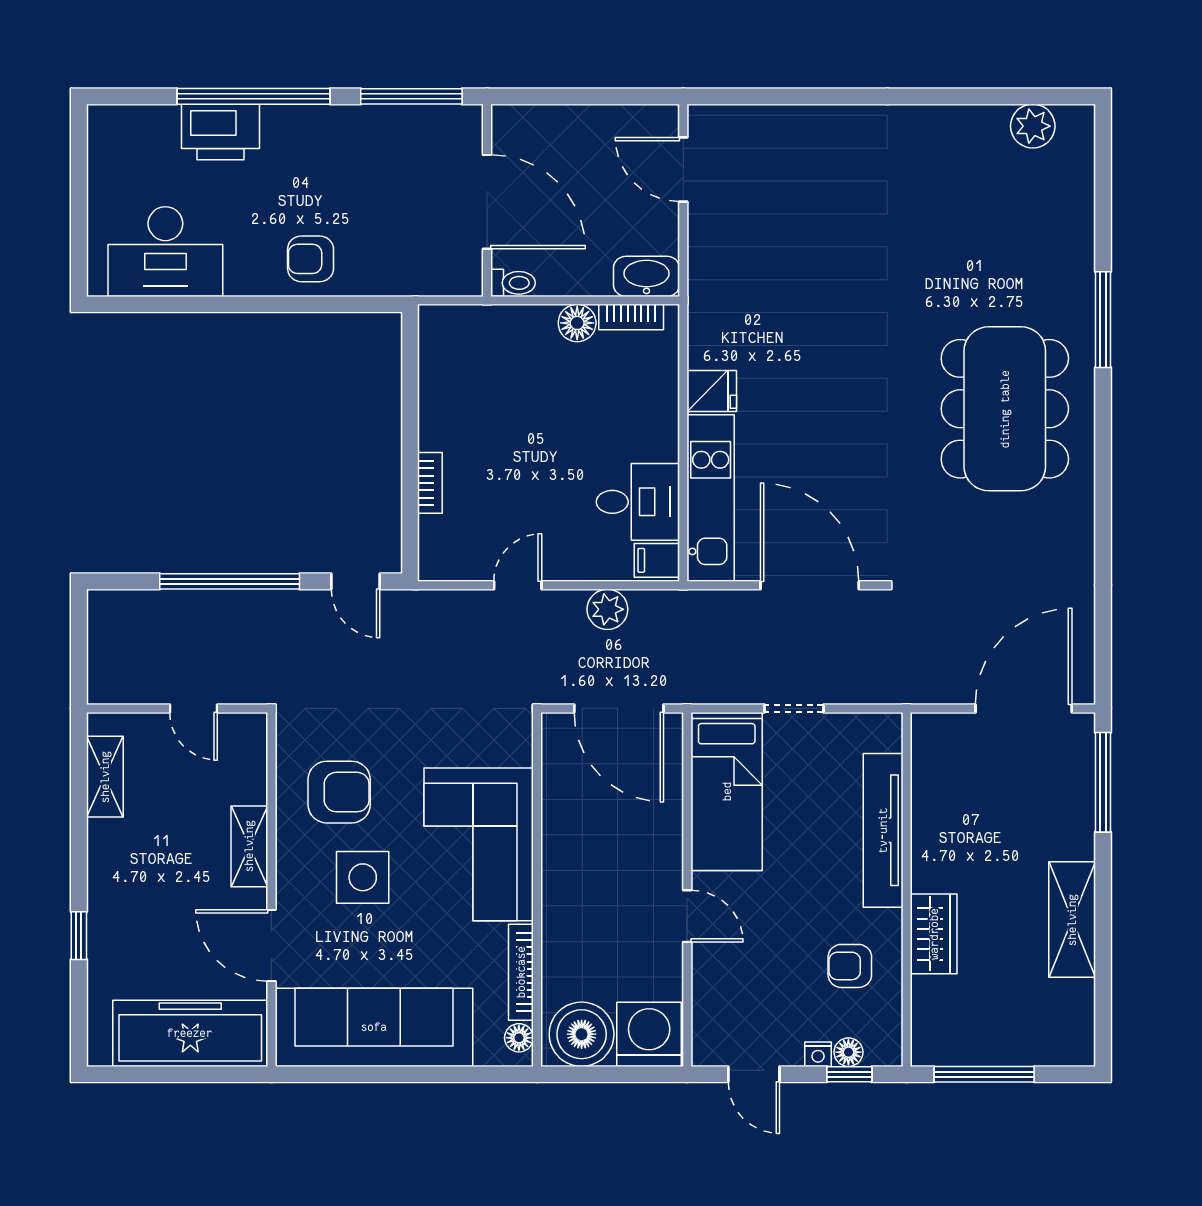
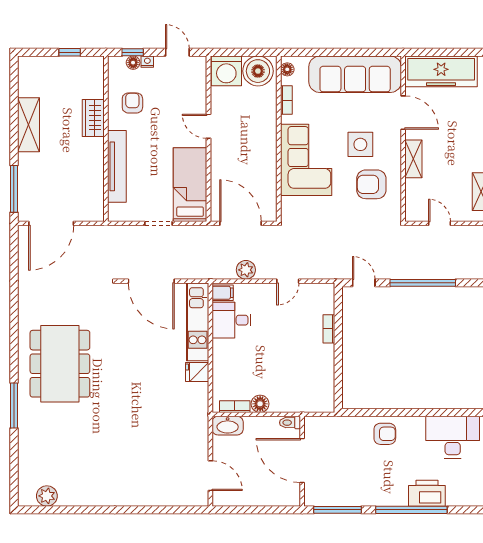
armchair: (850, 966) -> (132, 103), turned -90
bookcase: (521, 972) -> (286, 100), width x0.64
window: (984, 1074) -> (70, 52), width x0.46

